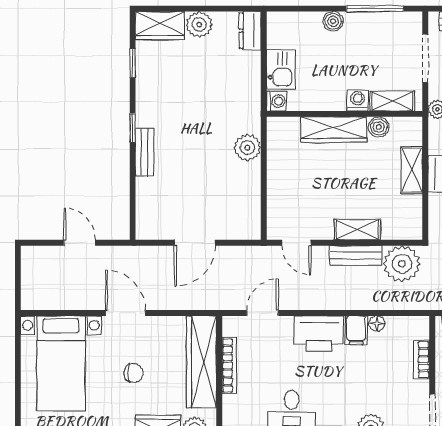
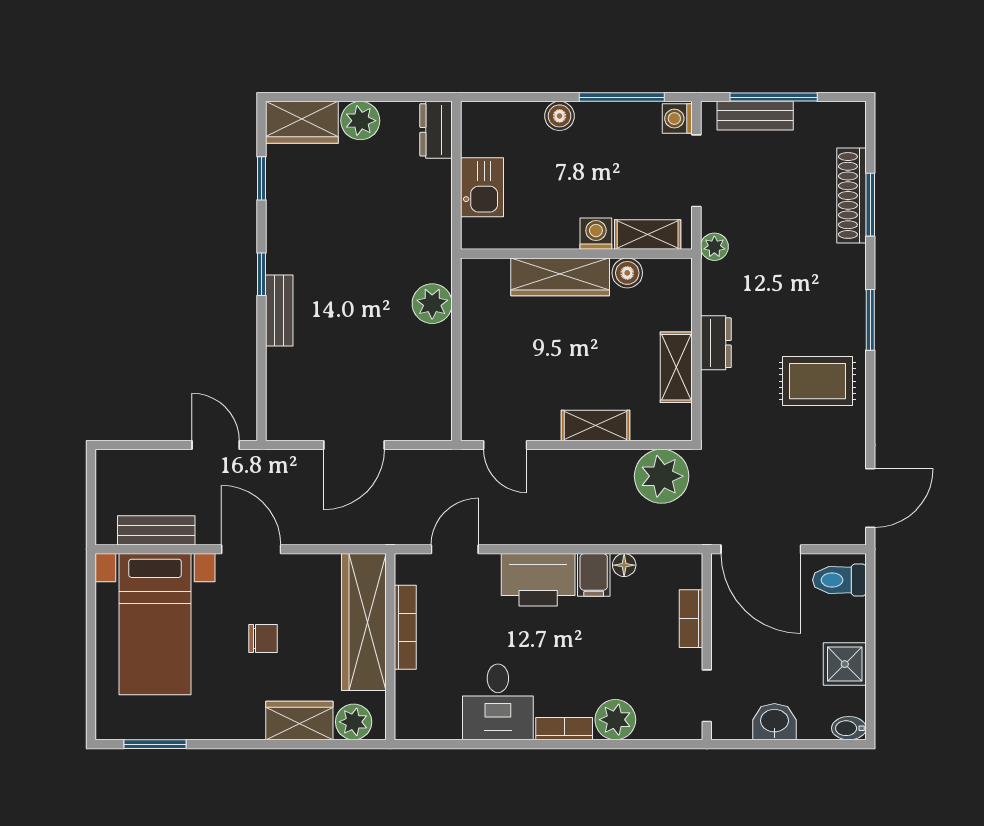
washing machine: (277, 101) -> (677, 119), moved, turned 180
shelving: (412, 170) -> (676, 367), moved
door: (80, 243) -> (216, 445), moved
bench: (356, 255) -> (156, 530), moved

